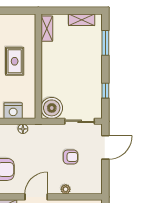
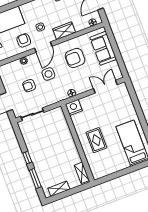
window: (105, 91) -> (27, 158), moved
boiler: (52, 108) -> (56, 116), removed
nightstand: (13, 111) -> (74, 107), moved
side table: (42, 162) -> (48, 74), added

